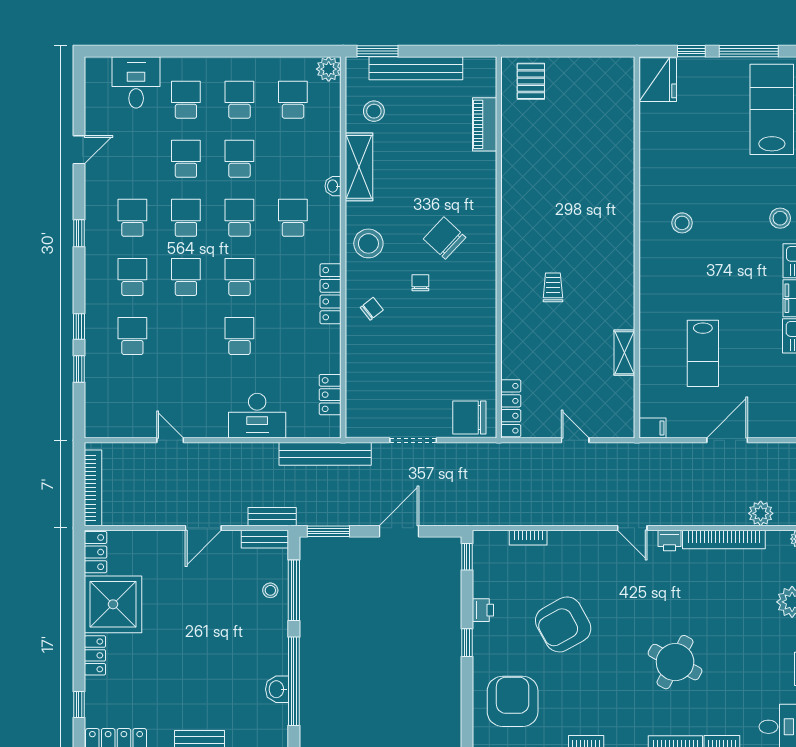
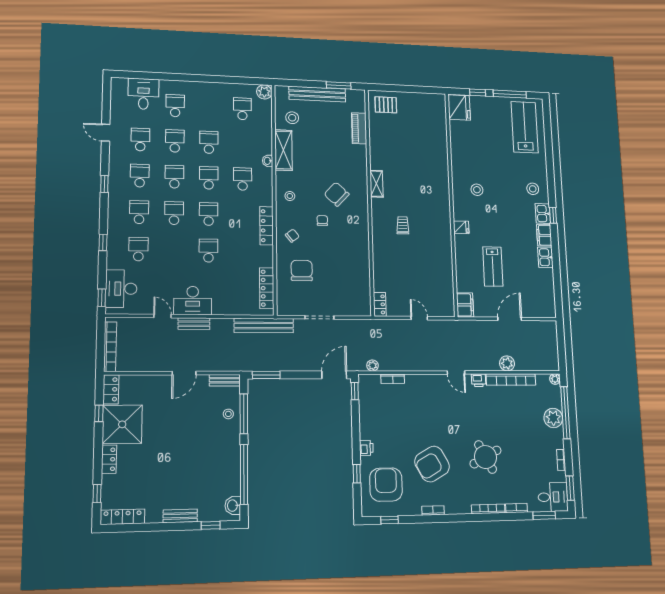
window: (377, 51) -> (339, 85), moved
pallet: (531, 81) -> (386, 105), turned 90
school desk: (239, 100) -> (140, 140), moved
door: (79, 150) -> (106, 133), swing flipped
stool: (368, 243) -> (290, 196), width x0.53, depth x0.53
fridge: (652, 288) -> (461, 227), added
shelving: (624, 353) -> (376, 184), moved
window: (79, 369) -> (102, 298), moved
locker: (330, 395) -> (267, 288), width x1.53
desk: (108, 398) -> (121, 289), added
locker: (511, 408) -> (380, 304), width x0.66
desk: (257, 416) -> (193, 301), moved
chair: (469, 418) -> (302, 271), moved, turned 90
filing cabinet: (653, 428) -> (465, 305), width x2.00
plant: (761, 513) -> (507, 363), moved
bench: (272, 517) -> (194, 324), moved
plant: (496, 517) -> (373, 366), added
door: (399, 531) -> (334, 375), moved
window: (79, 588) -> (99, 413), added
printer: (483, 610) -> (366, 448), moved
armchair: (563, 624) -> (432, 464), moved
window: (467, 643) -> (357, 474), moved
round table: (675, 662) -> (486, 457), turned 34
washbasin: (277, 689) -> (233, 506), moved

